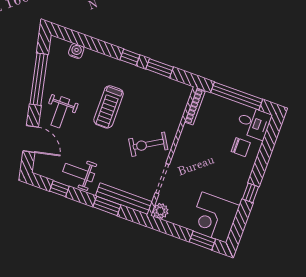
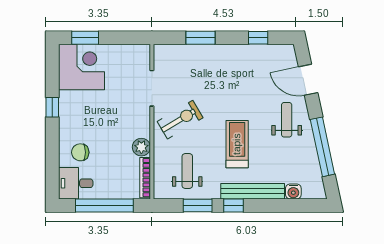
weight bench: (79, 173) -> (187, 171), moved, turned -90
bench: (124, 199) -> (253, 191), moved
plant: (160, 211) -> (141, 147), moved

